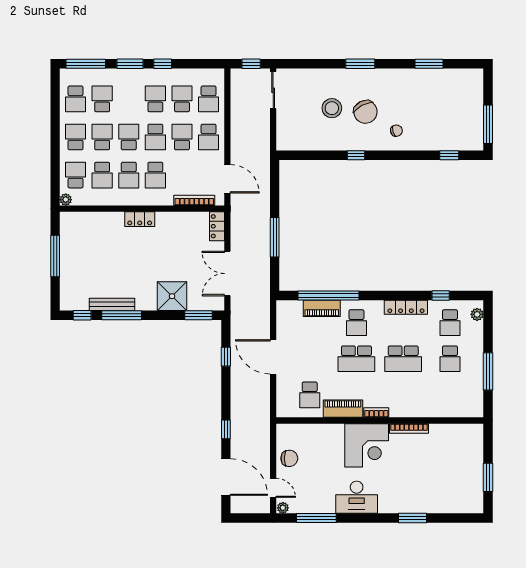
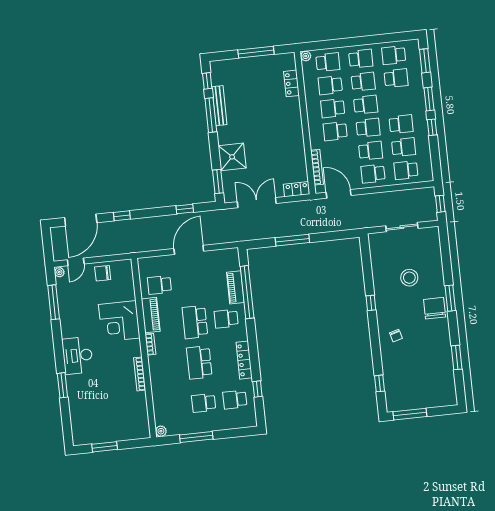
window: (86, 64) -> (425, 61), width x0.69
sliding door: (273, 90) -> (402, 227), moved
chair: (365, 112) -> (435, 308), moved, turned 118
school desk: (155, 137) -> (368, 128), turned 180
door: (227, 179) -> (339, 194), swing flipped
locker: (140, 219) -> (292, 83), moved
plant: (477, 314) -> (161, 431), moved
corner desk: (367, 445) -> (119, 321), moved
chair: (289, 458) -> (103, 273), turned 90
desk: (357, 497) -> (77, 355), moved

